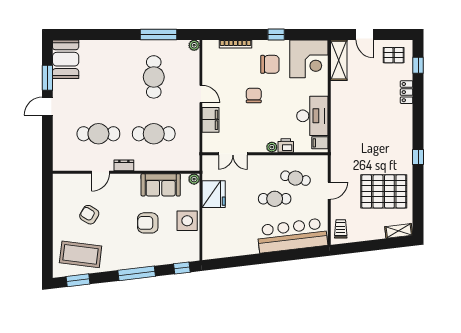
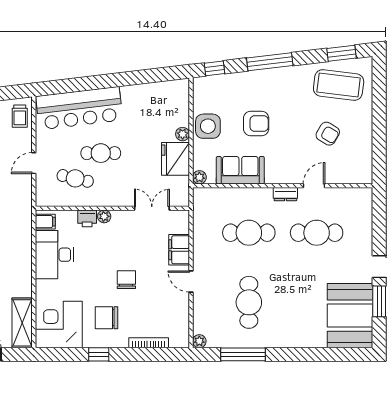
booth: (66, 59) -> (350, 316), width x1.36, depth x1.42
chair: (254, 95) -> (126, 280), turned 180
plant: (208, 214) -> (183, 134), added

